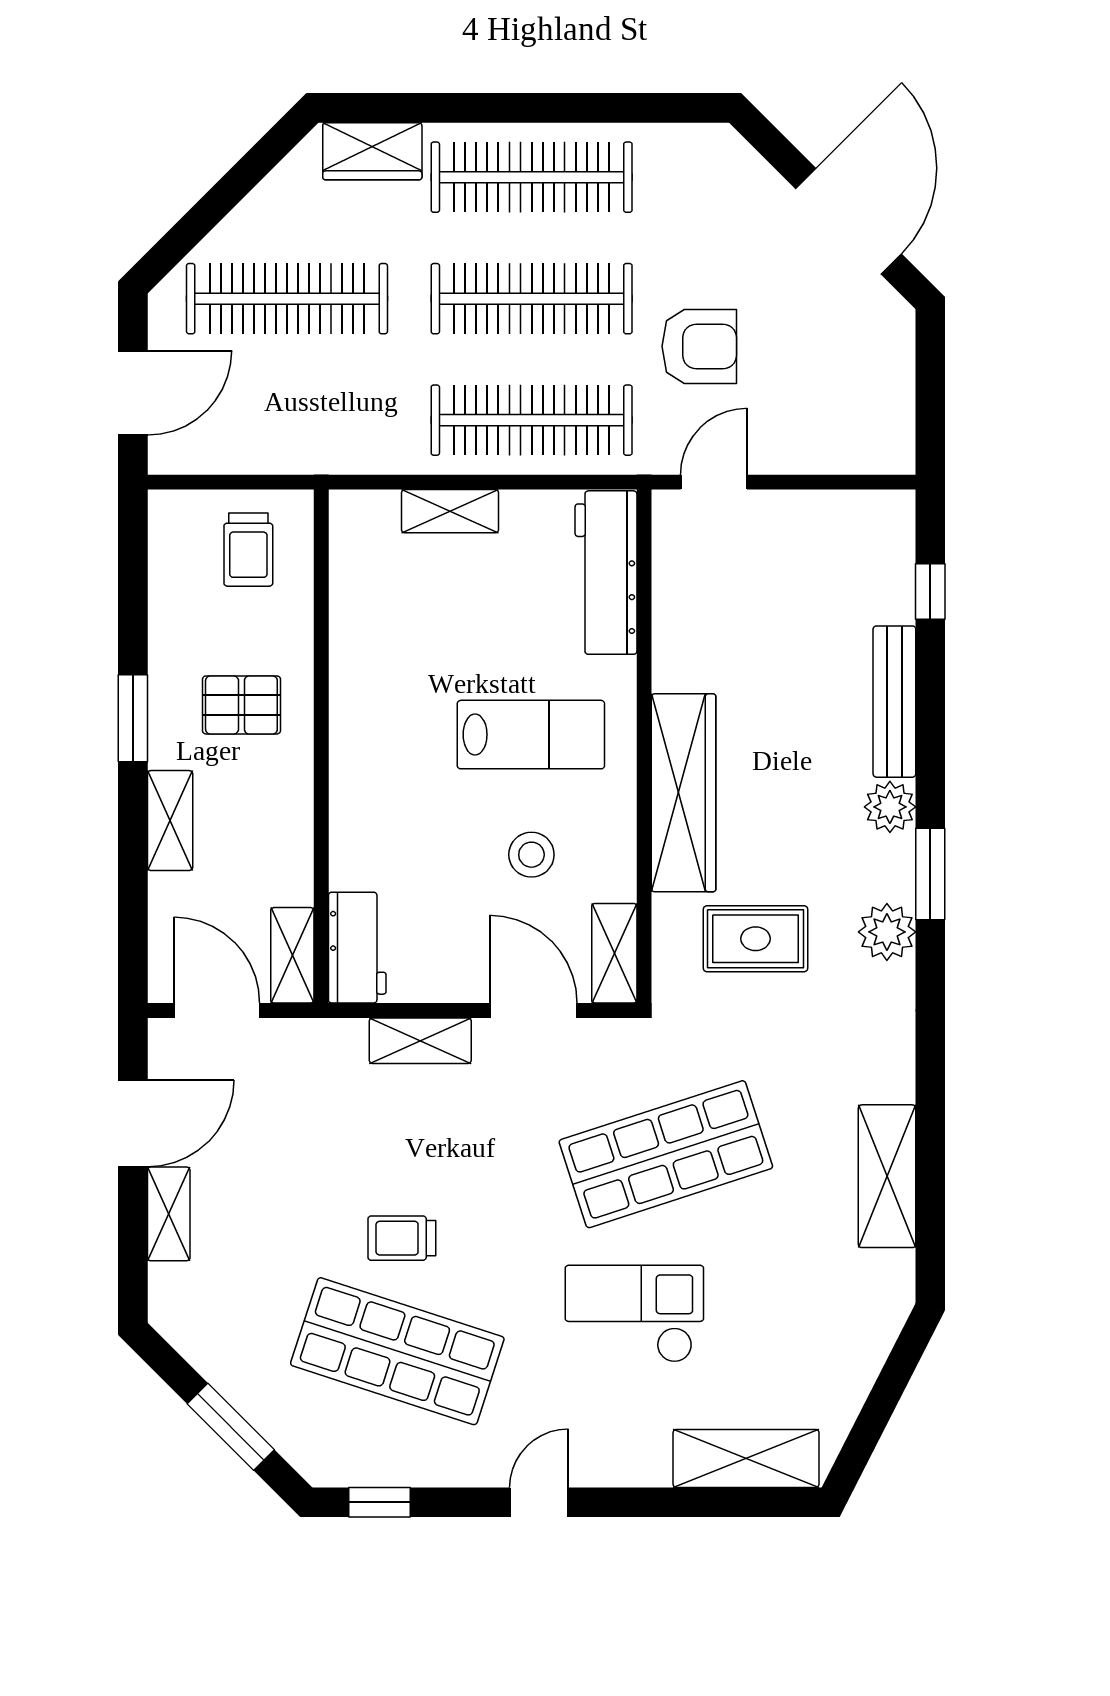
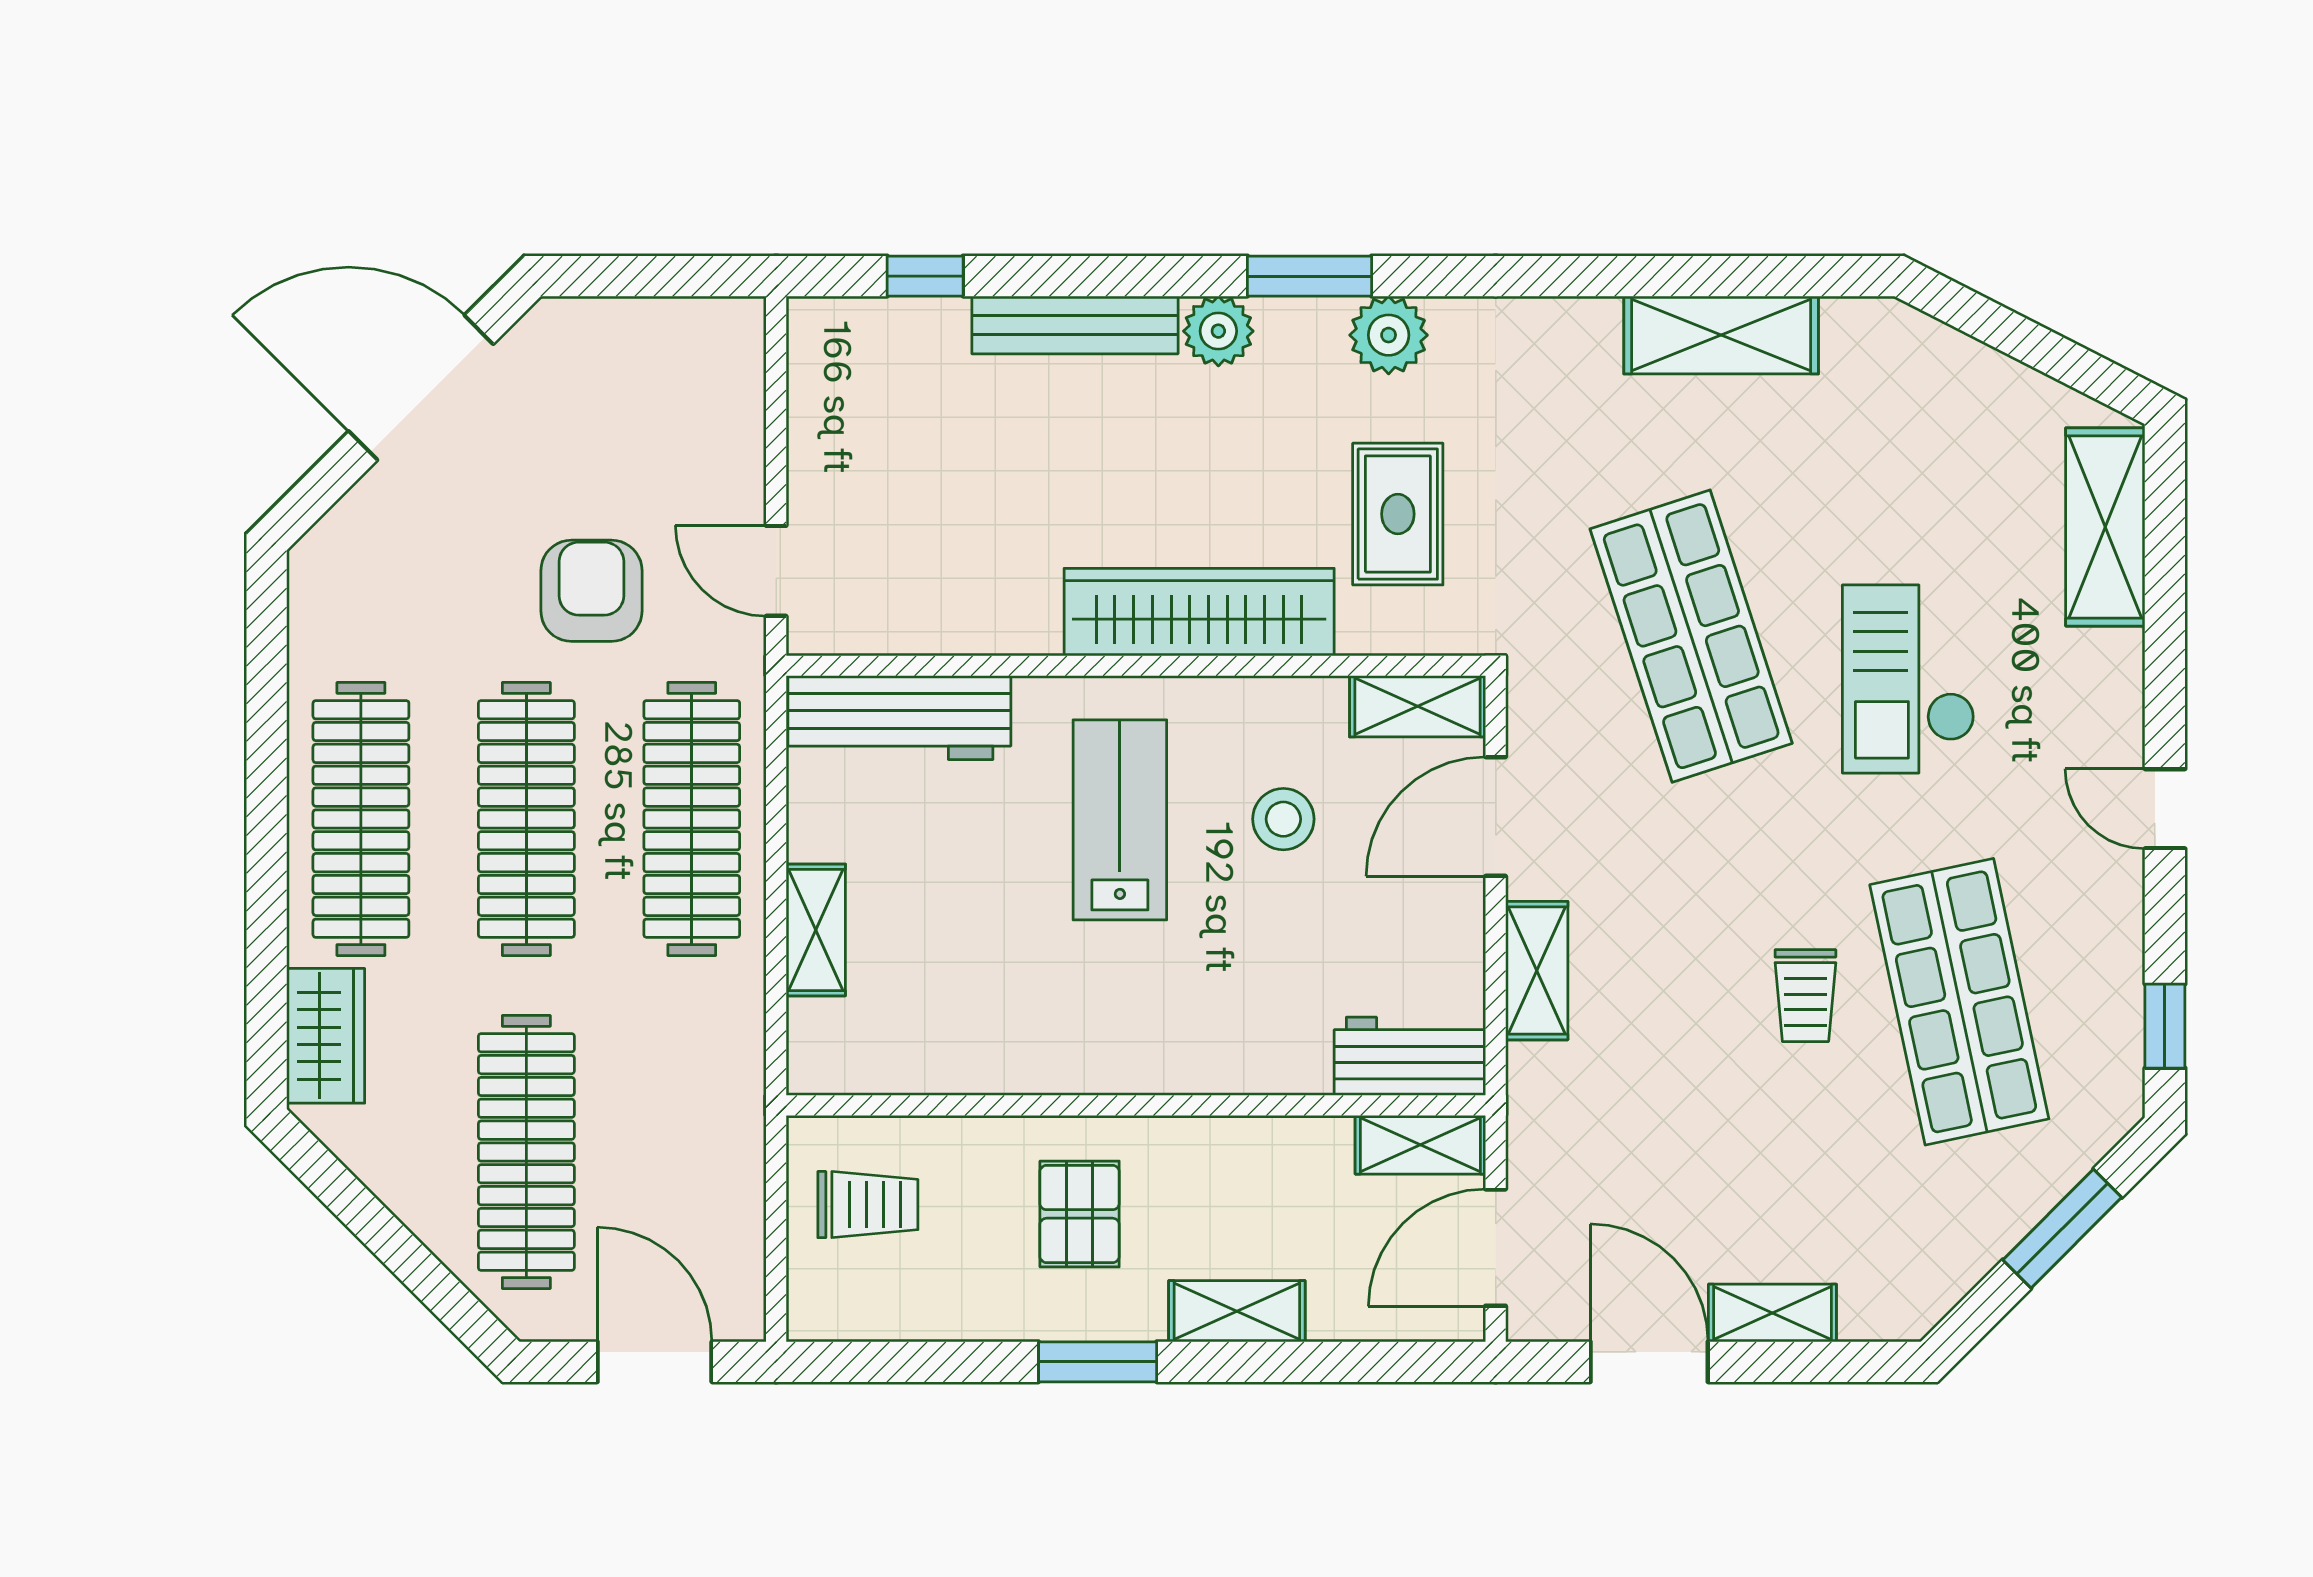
shop shelf: (397, 1351) -> (1959, 1002), turned -30

